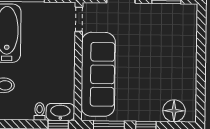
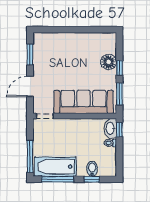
floor lamp: (174, 111) -> (109, 62), moved

